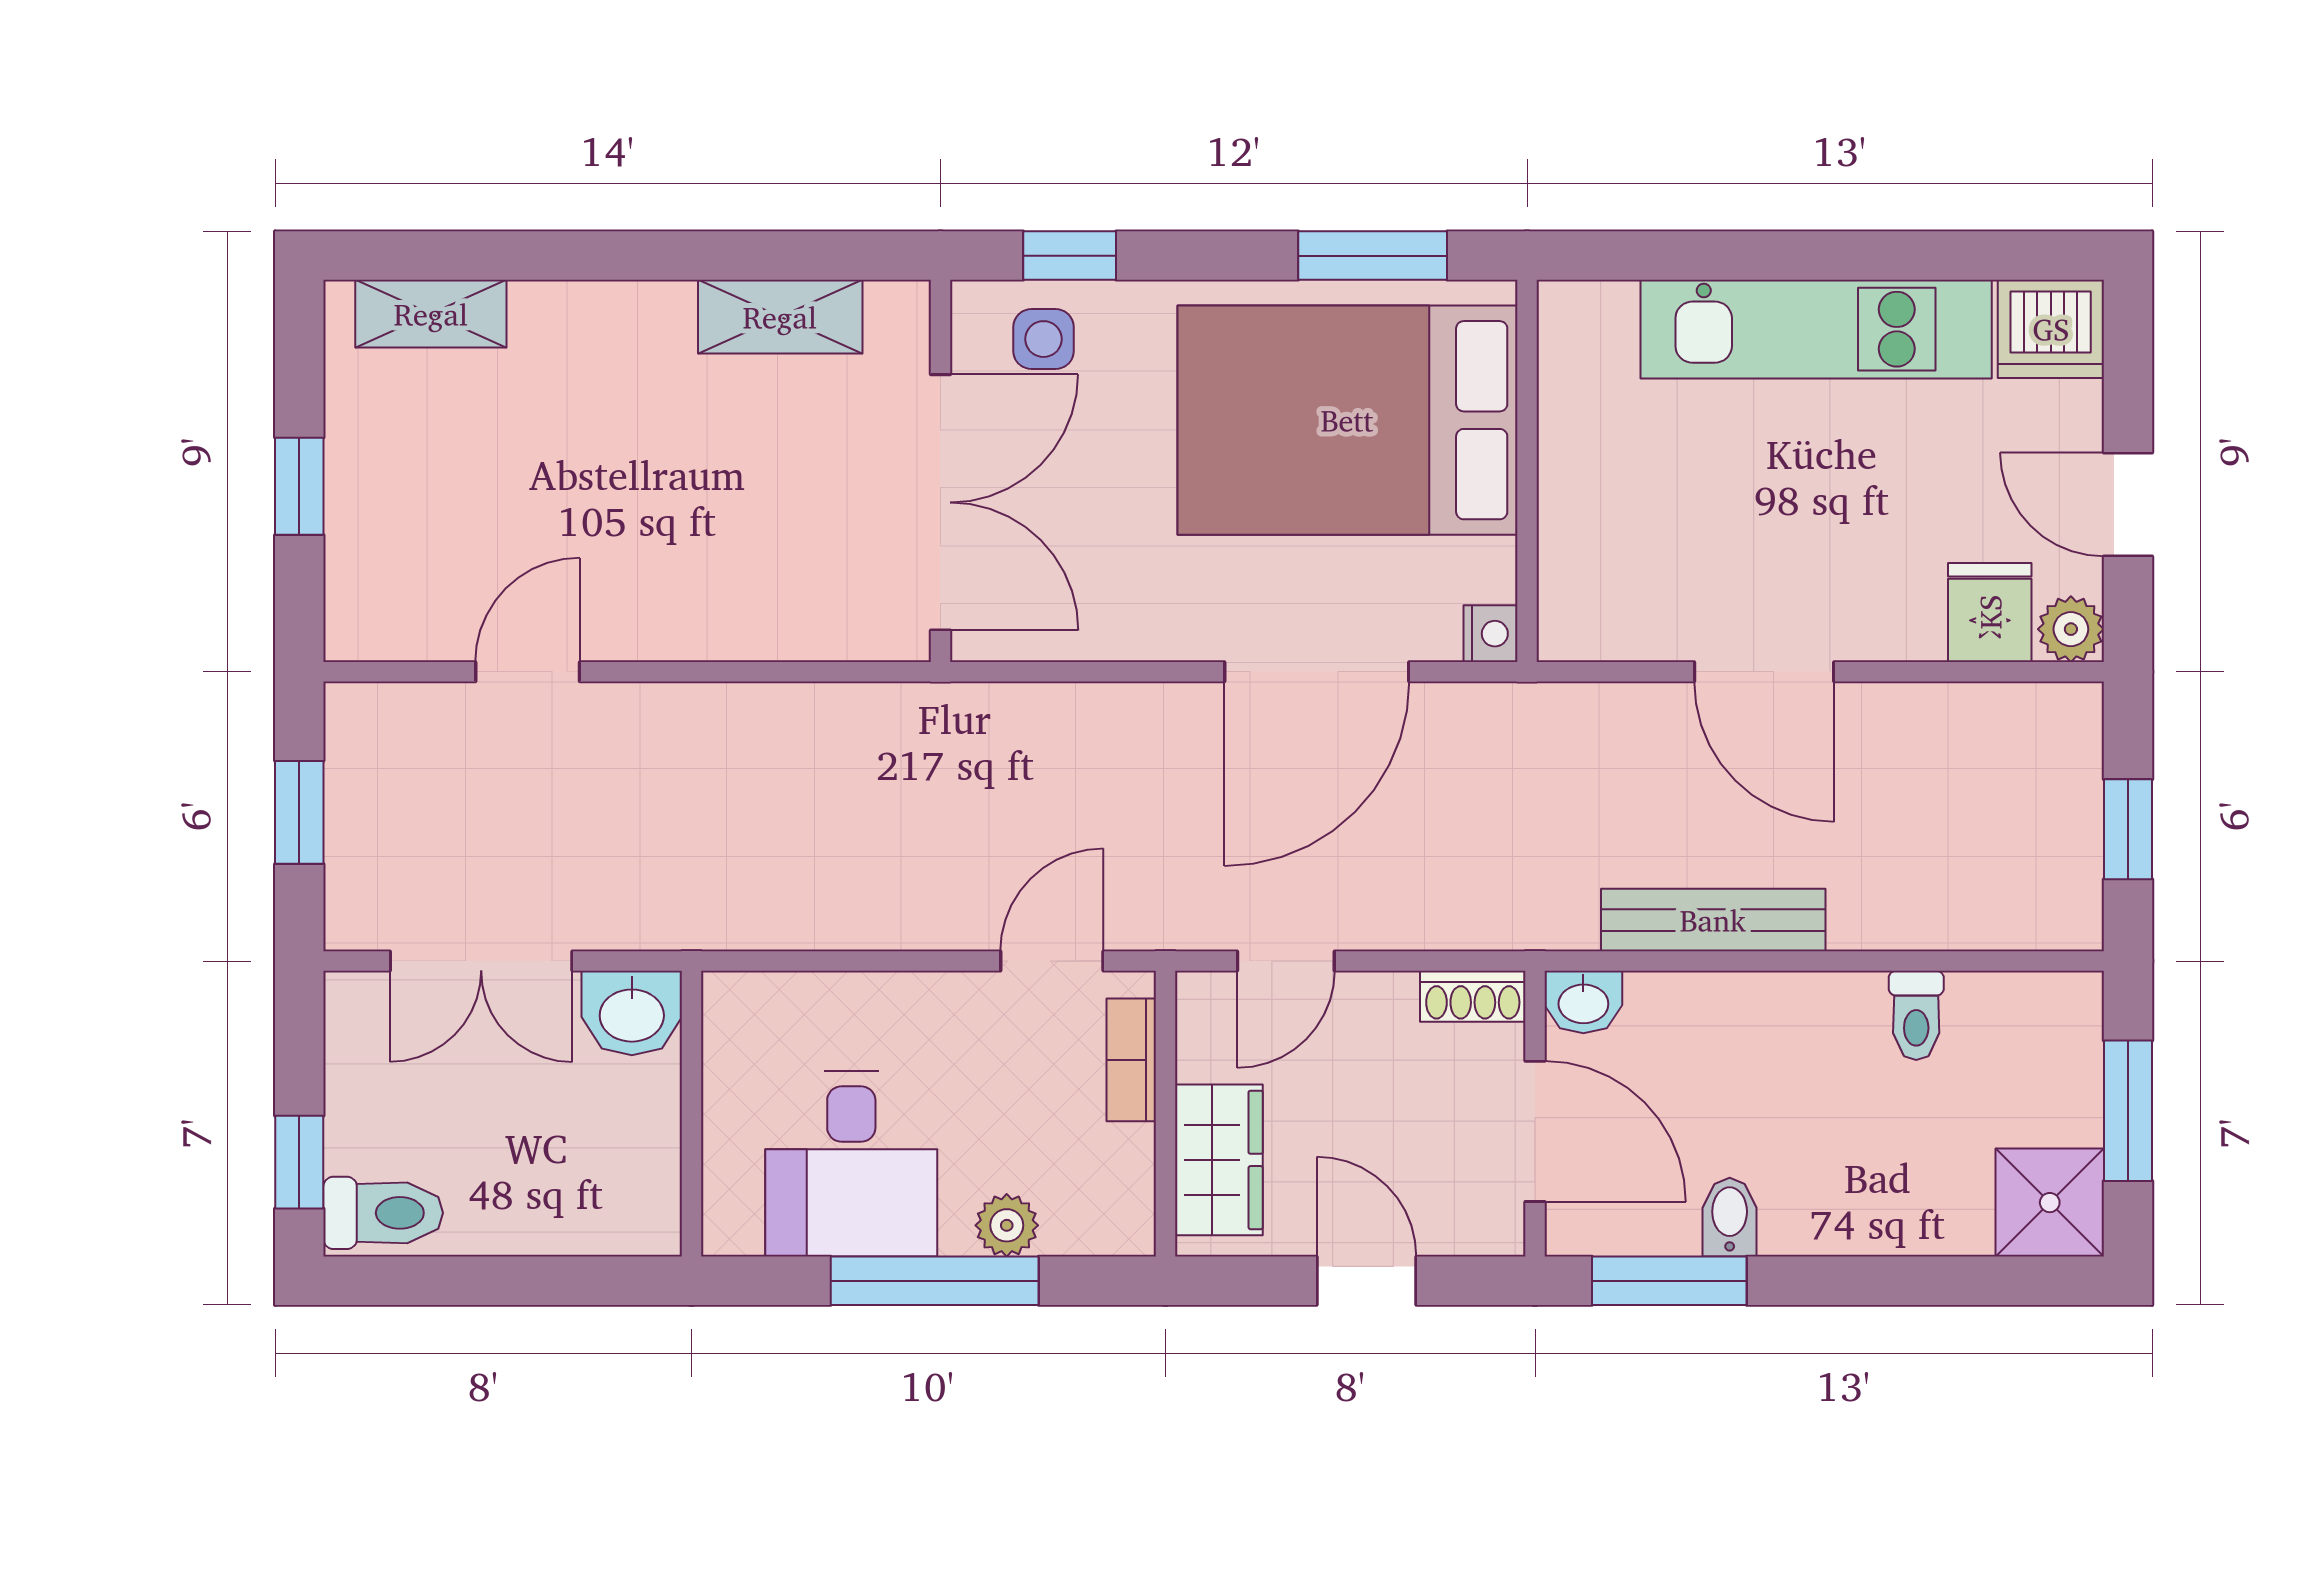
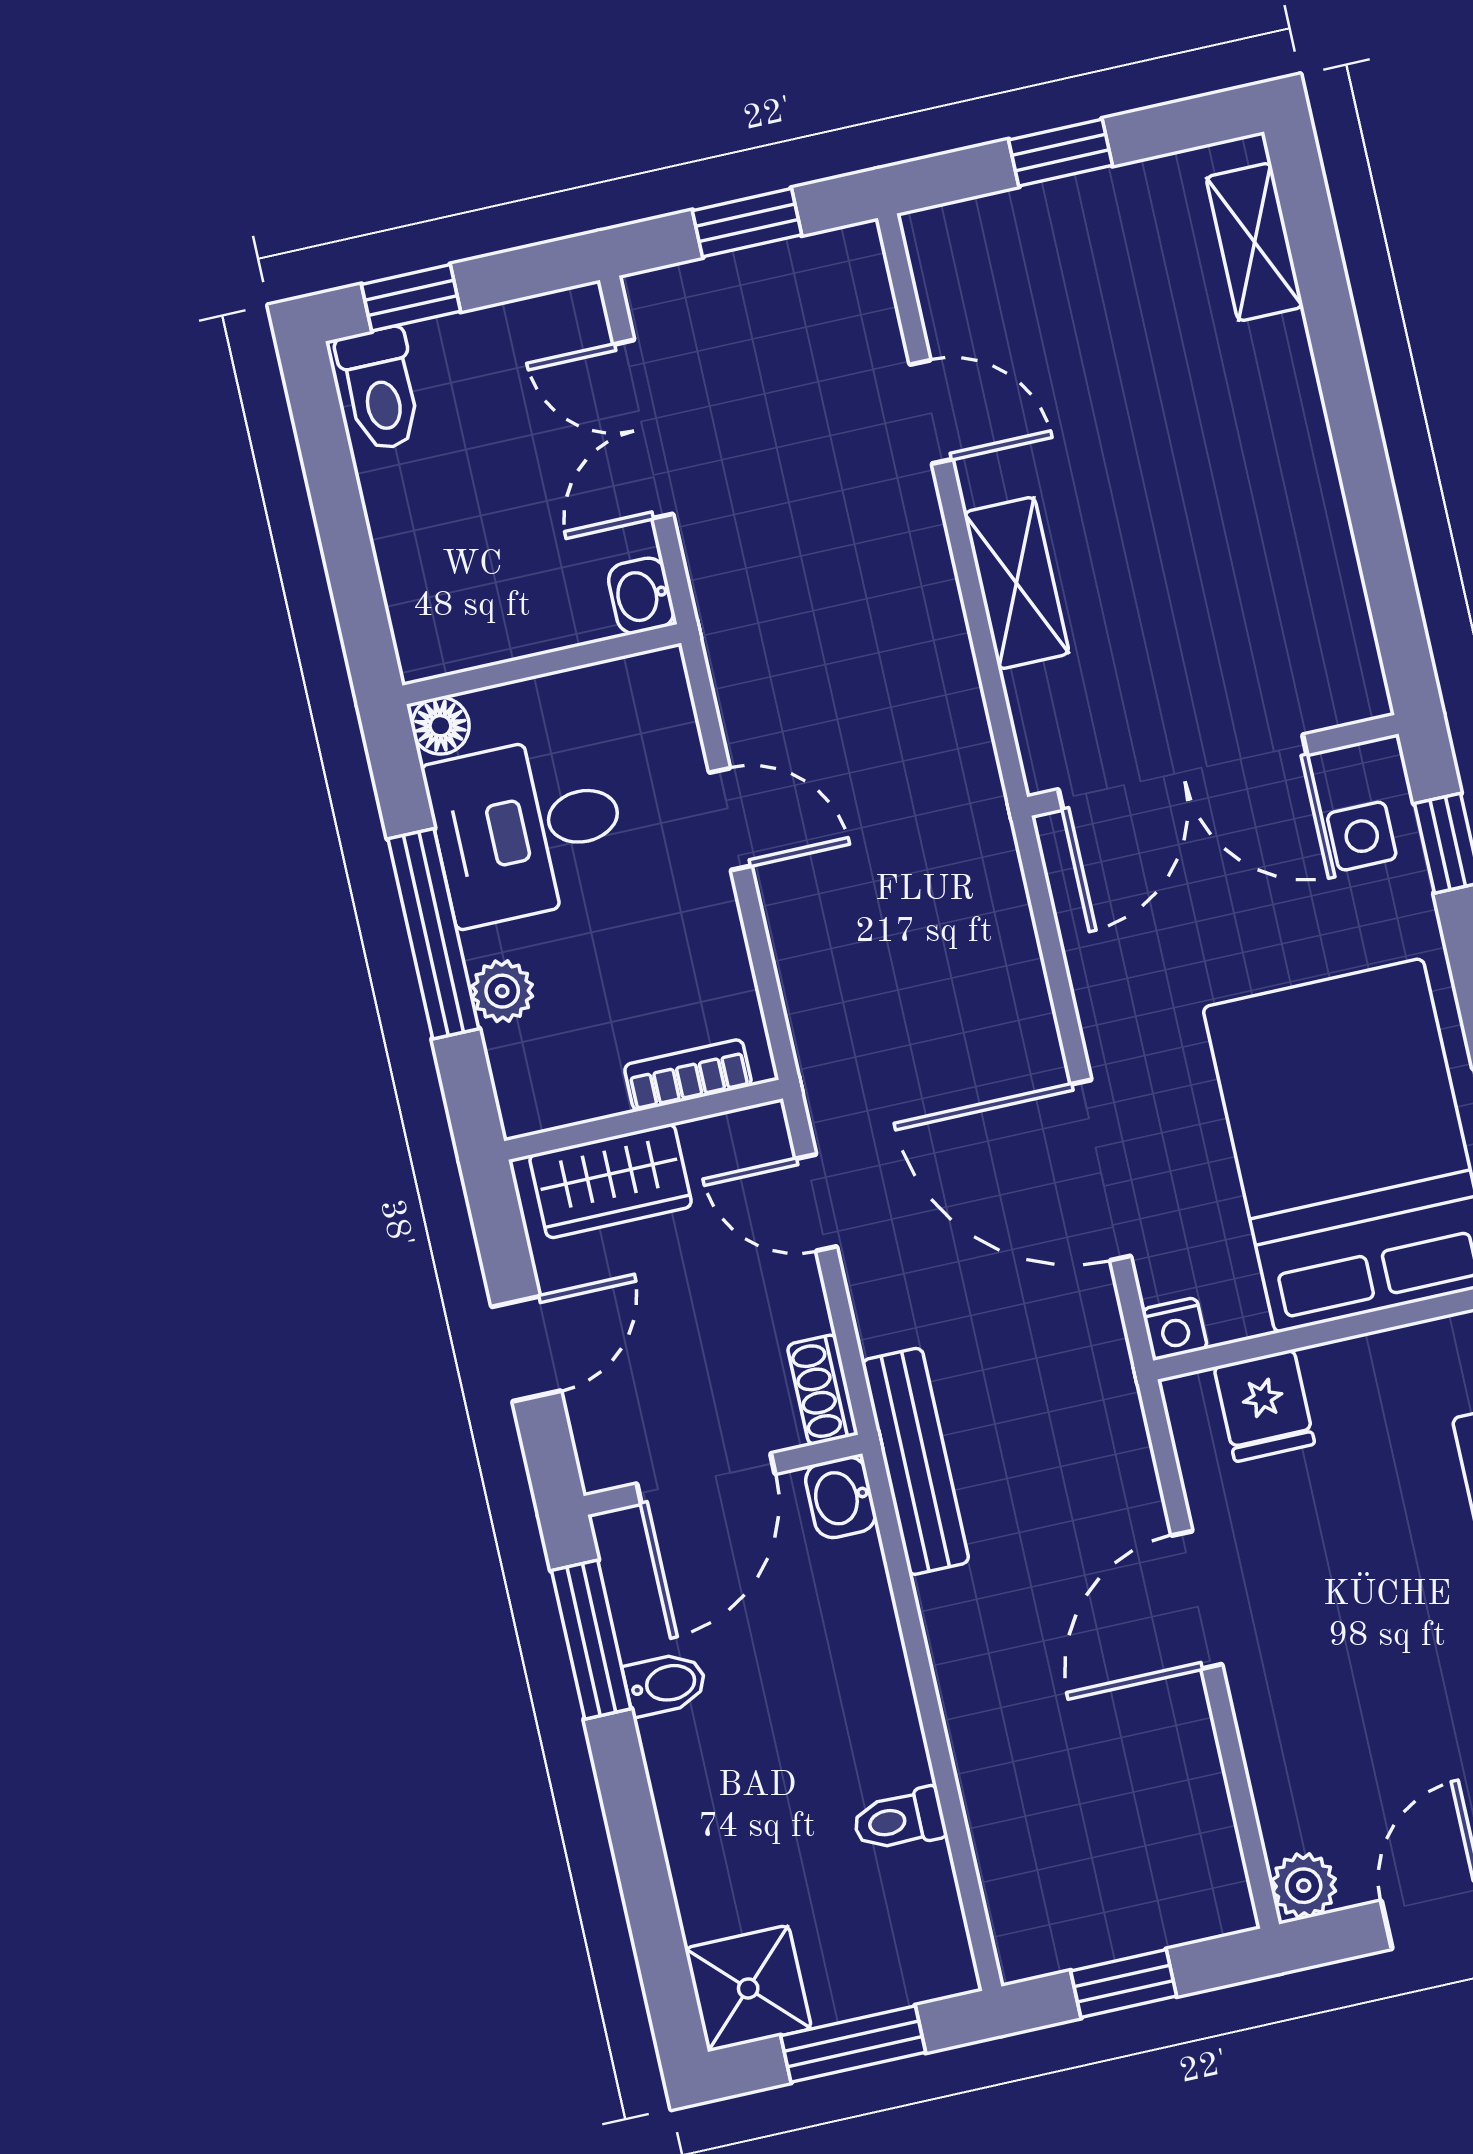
shelving: (780, 317) -> (1016, 583), moved
fridge: (1990, 612) -> (1264, 1406), moved, turned 90
bench: (1713, 920) -> (915, 1461), moved
door: (1052, 961) -> (730, 819), moved
washbasin: (632, 1013) -> (641, 596), width x0.72, depth x0.69
floor lamp: (730, 1228) -> (440, 726), added

